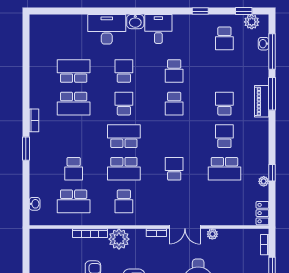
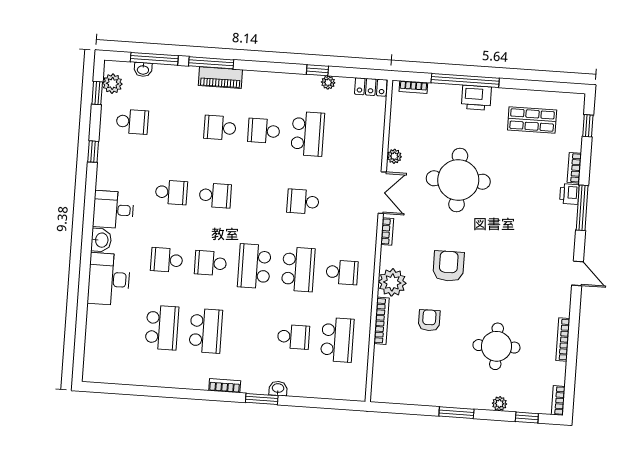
school desk: (74, 71) -> (162, 328), turned 180
washbasin: (35, 204) -> (278, 388), moved

